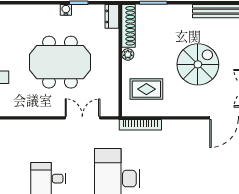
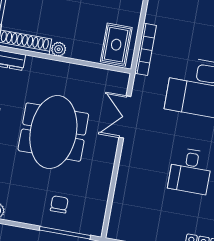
rug: (146, 89) -> (116, 45), moved

